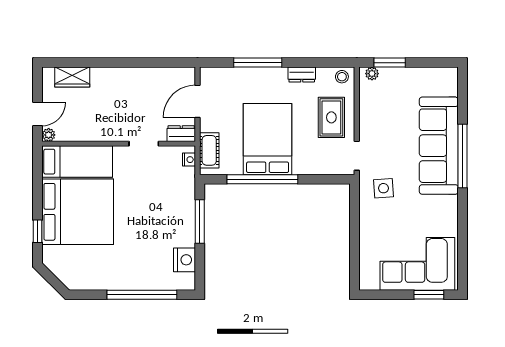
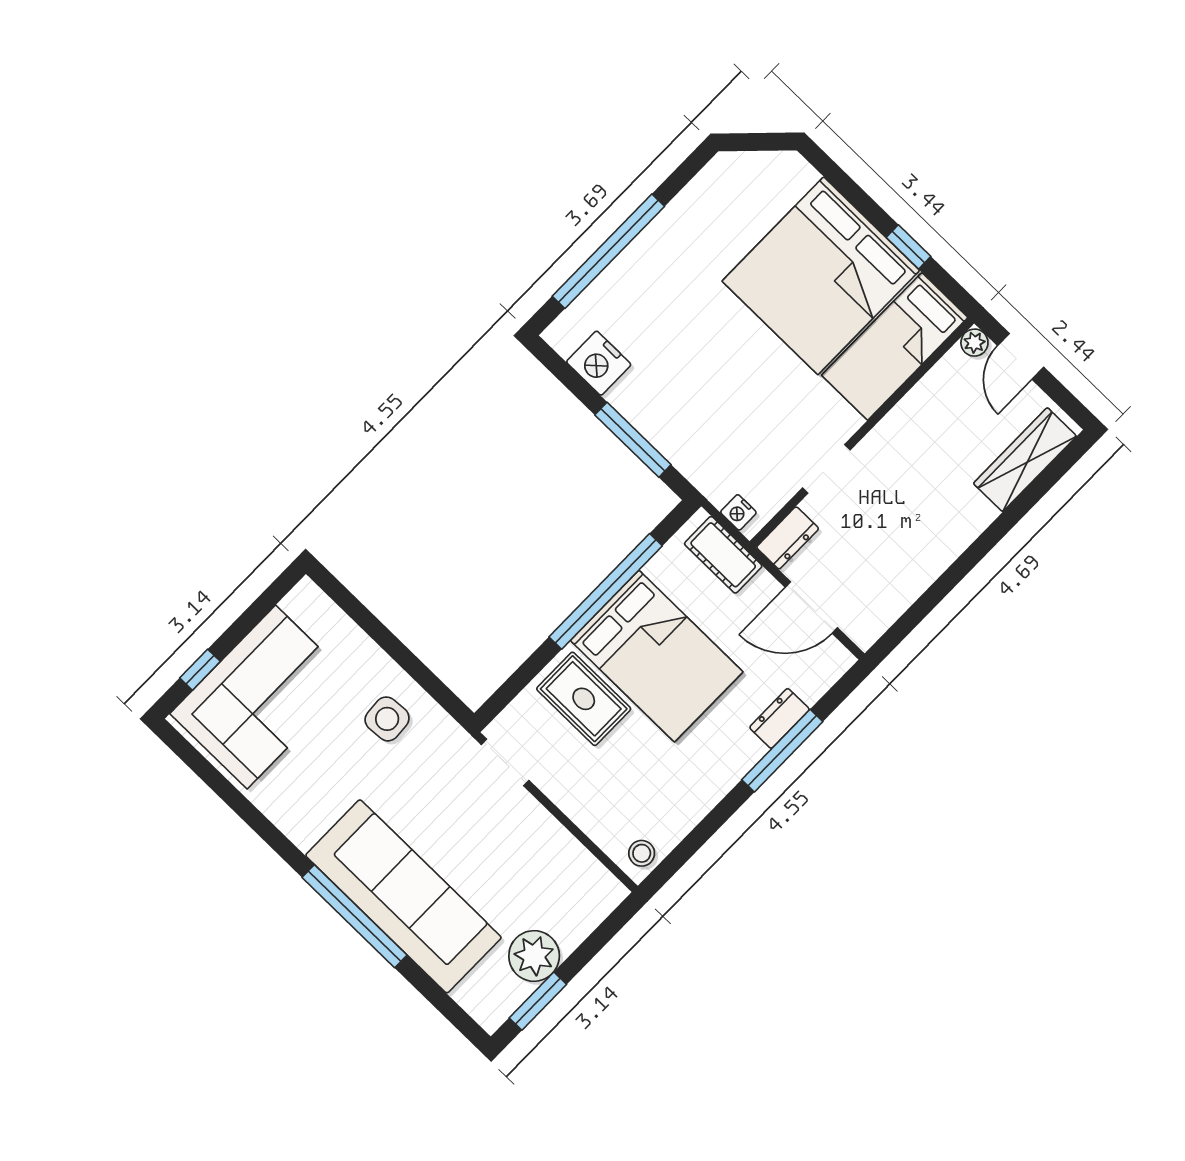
window: (390, 63) -> (538, 1001), moved
plant: (372, 74) -> (534, 956), moved, width x1.87, depth x1.87
dresser: (302, 75) -> (779, 718), moved
wardrobe: (72, 77) -> (1025, 460), width x1.50
door: (197, 101) -> (811, 607), swing flipped
rug: (331, 117) -> (584, 699), moved
side table: (384, 188) -> (387, 719), moved
window: (38, 231) -> (908, 247), moved
window: (429, 295) -> (200, 670), width x0.67

